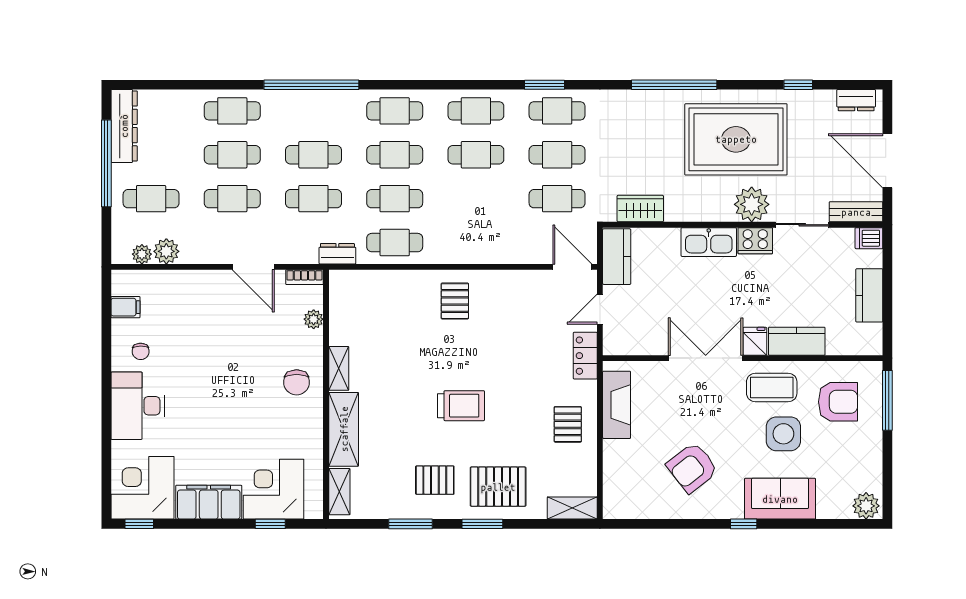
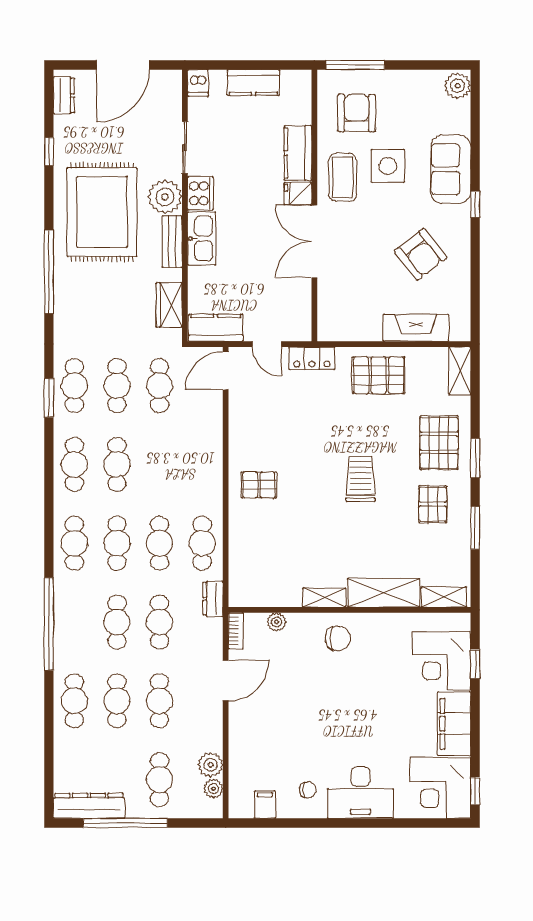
bench: (856, 212) -> (172, 242), moved
fireplace: (617, 405) -> (416, 328), moved
pallet: (568, 424) -> (379, 375), width x1.50, depth x1.42

